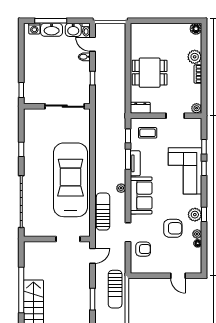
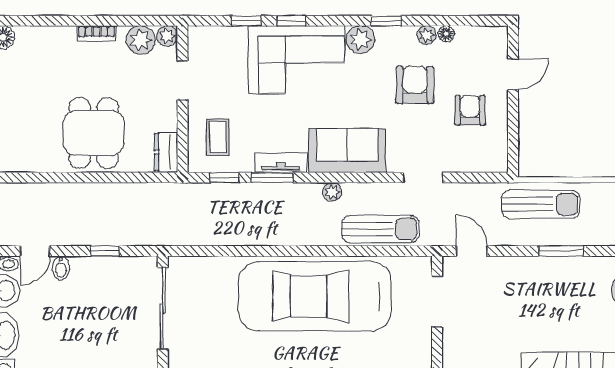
plant: (195, 57) -> (141, 40), moved
sun lounger: (103, 212) -> (380, 229), turned 180
plant: (195, 215) -> (360, 40), moved
armchair: (143, 249) -> (470, 110), moved

